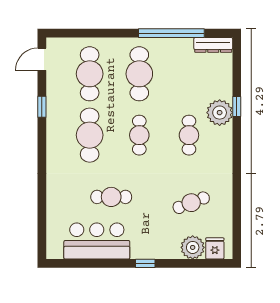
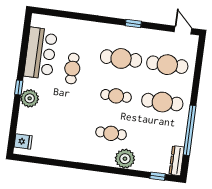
window: (237, 106) -> (158, 176), moved
window: (42, 107) -> (133, 23), moved
cafe table: (191, 203) -> (60, 128), removed
plant: (193, 247) -> (30, 98), moved

